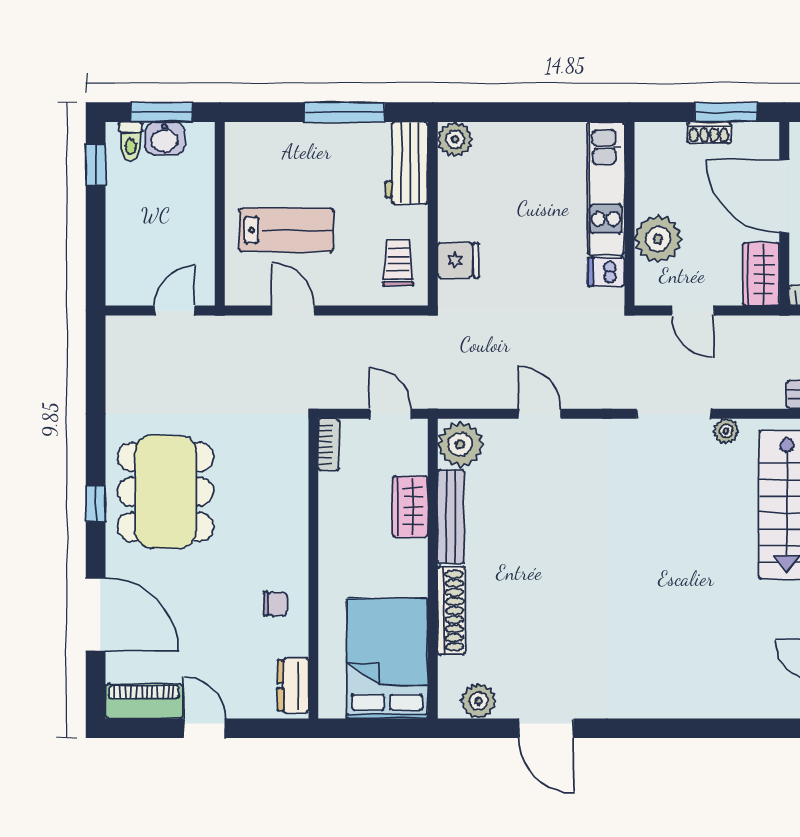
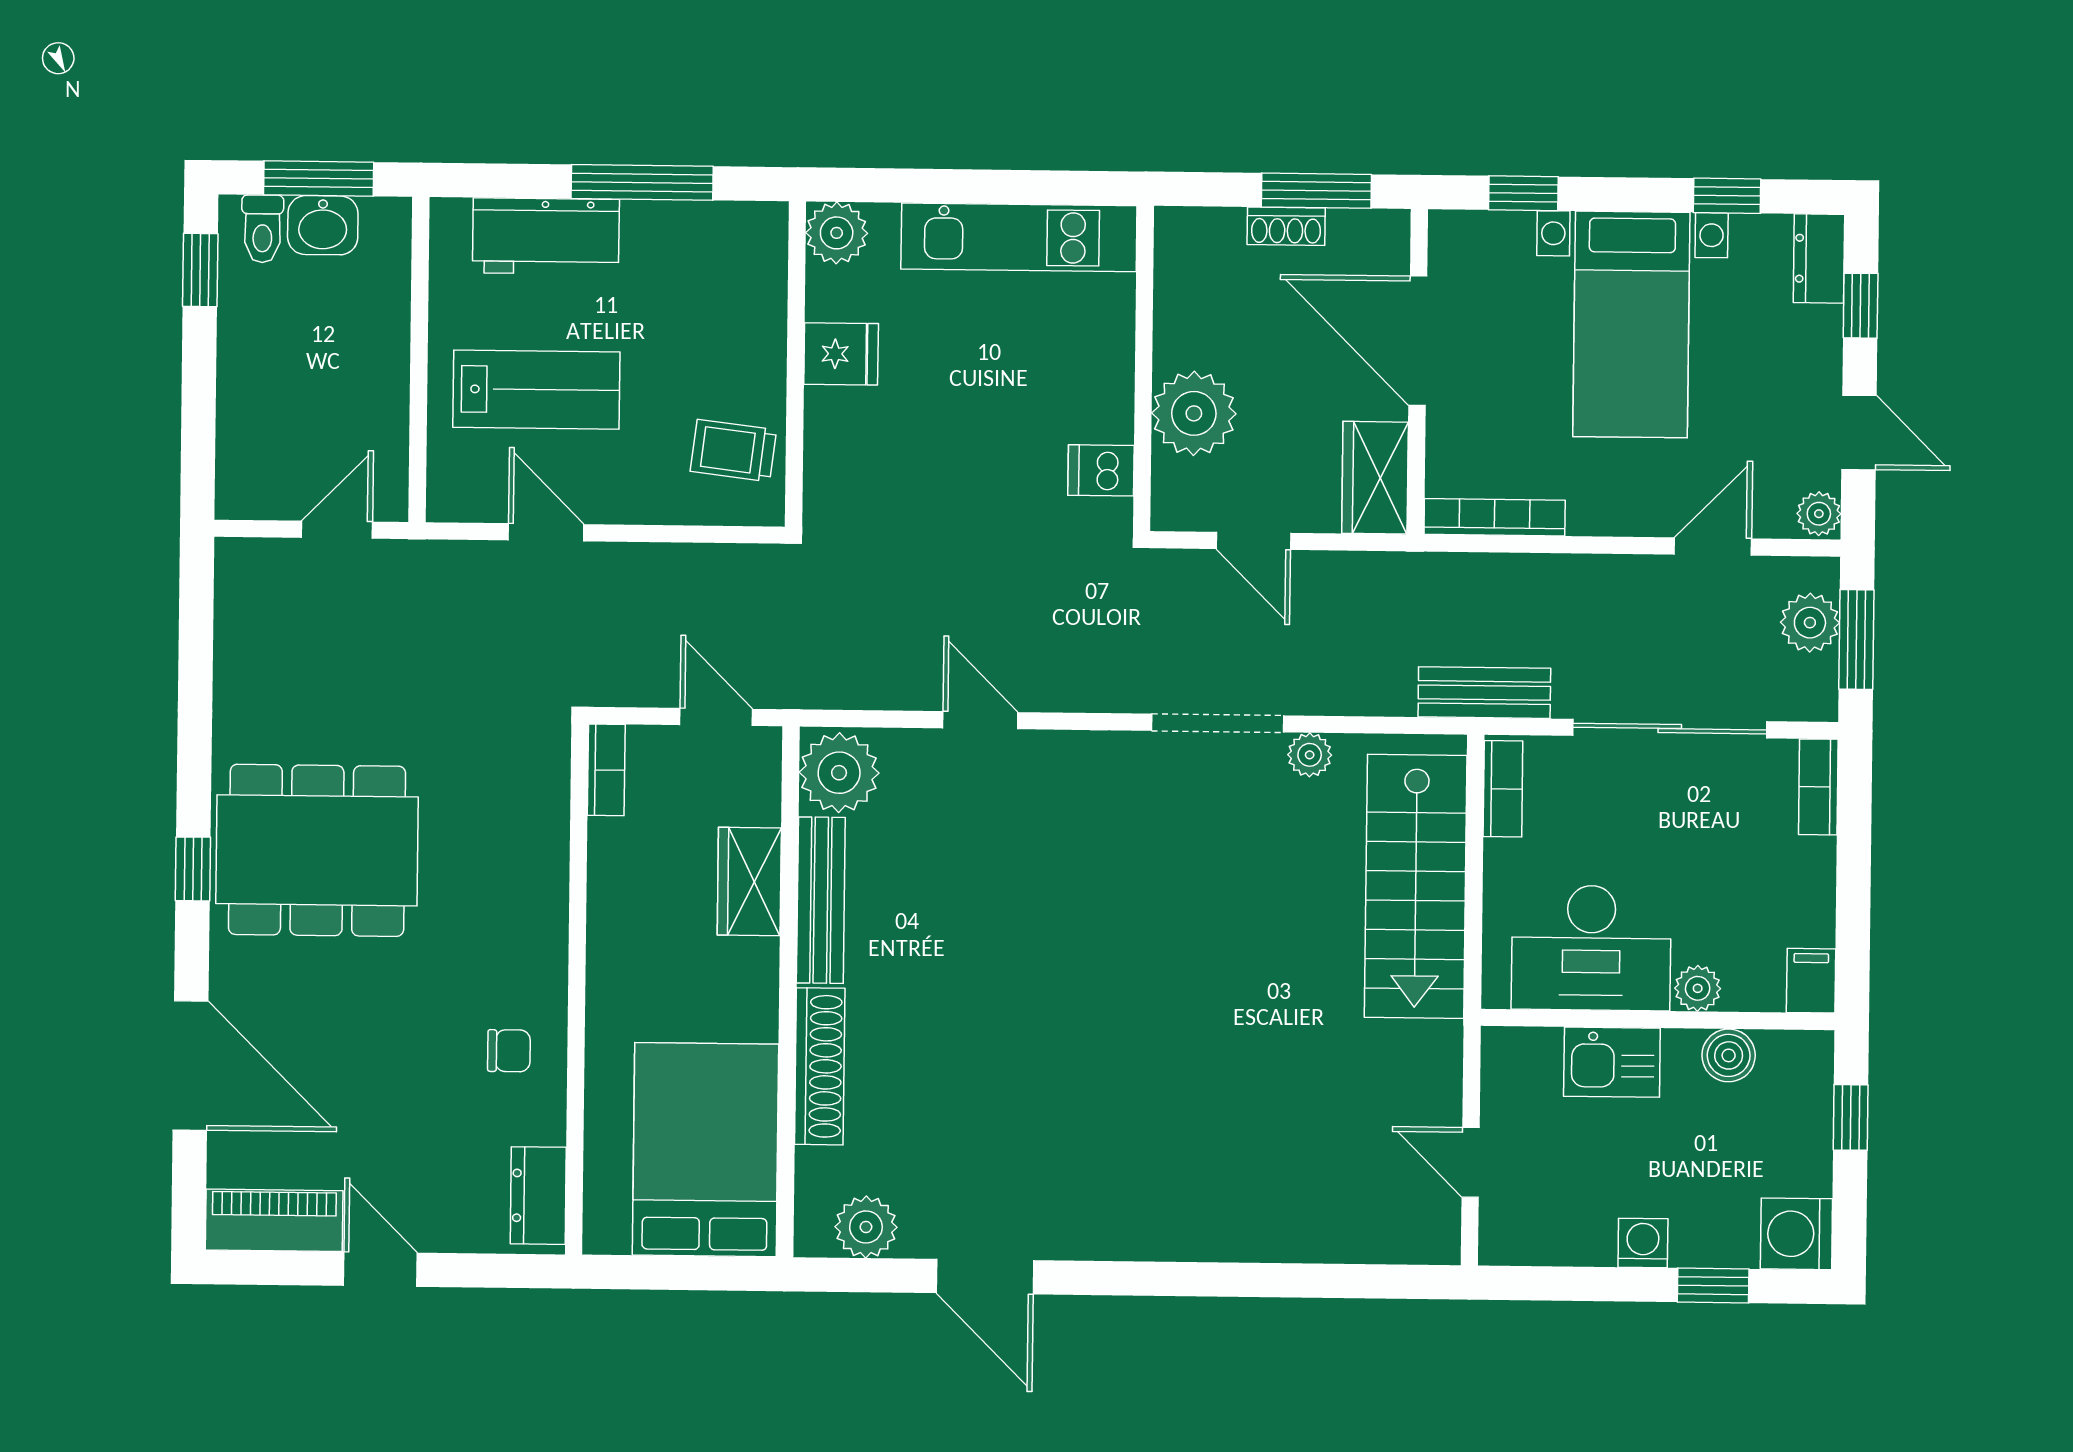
workbench: (407, 163) -> (546, 236), moved, turned -90
kitchen unit: (606, 188) -> (1019, 237), moved, turned -90
fridge: (458, 260) -> (841, 354), moved
trolley: (398, 263) -> (733, 451), turned -83
dining table: (166, 492) -> (317, 850), turned 90

